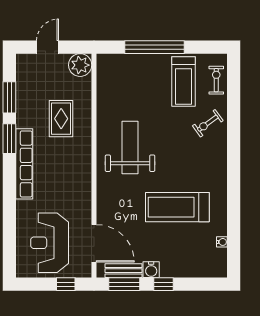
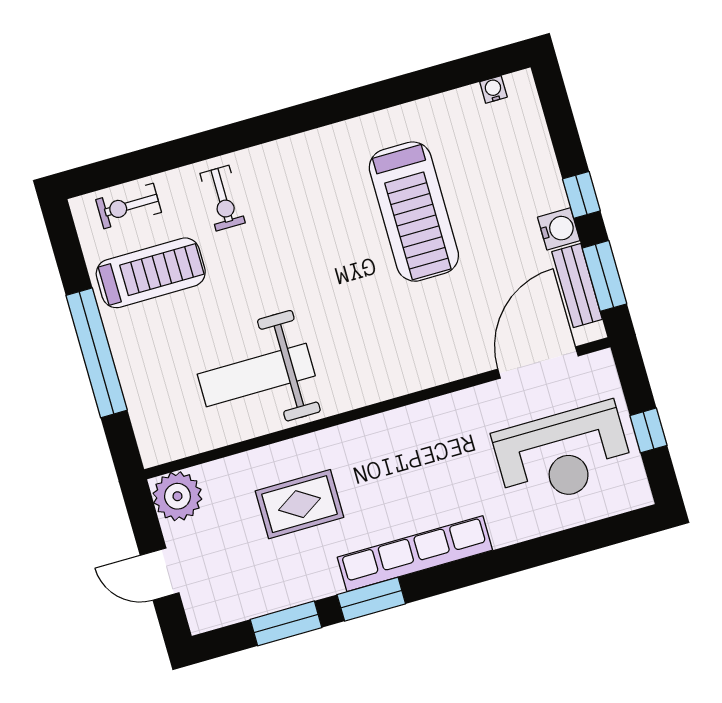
exercise bike: (208, 123) -> (223, 198), turned 36
weight bench: (130, 147) -> (256, 375), moved
water cooler: (222, 242) -> (493, 89), moved
window: (66, 284) -> (648, 430), moved

